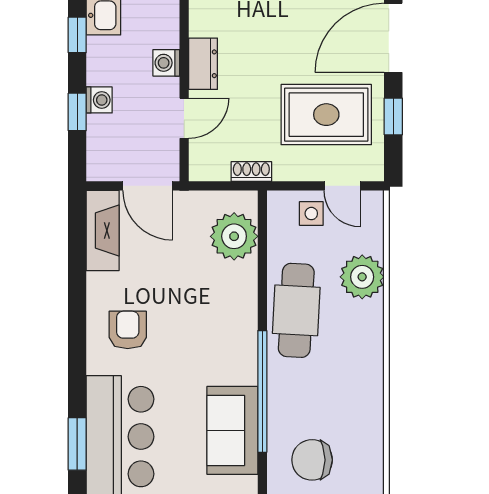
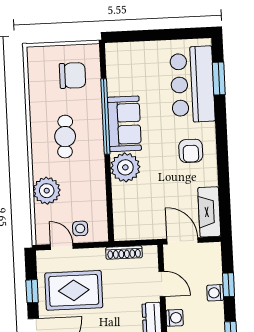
door: (184, 118) -> (162, 284), swing flipped
shoe rack: (251, 172) -> (124, 253), width x1.43
plant: (234, 236) -> (125, 167), moved
cafe table: (296, 310) -> (65, 137), moved, width x0.73, depth x0.74
sofa: (232, 430) -> (124, 124), moved

